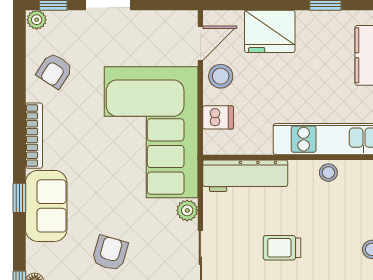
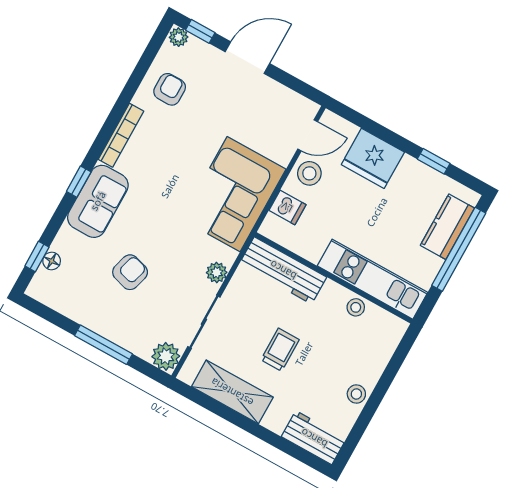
armchair: (55, 71) -> (170, 89), turned 147
corner sofa: (151, 132) -> (234, 194), width x0.73, depth x0.74
trolley: (282, 248) -> (280, 350), turned 90

